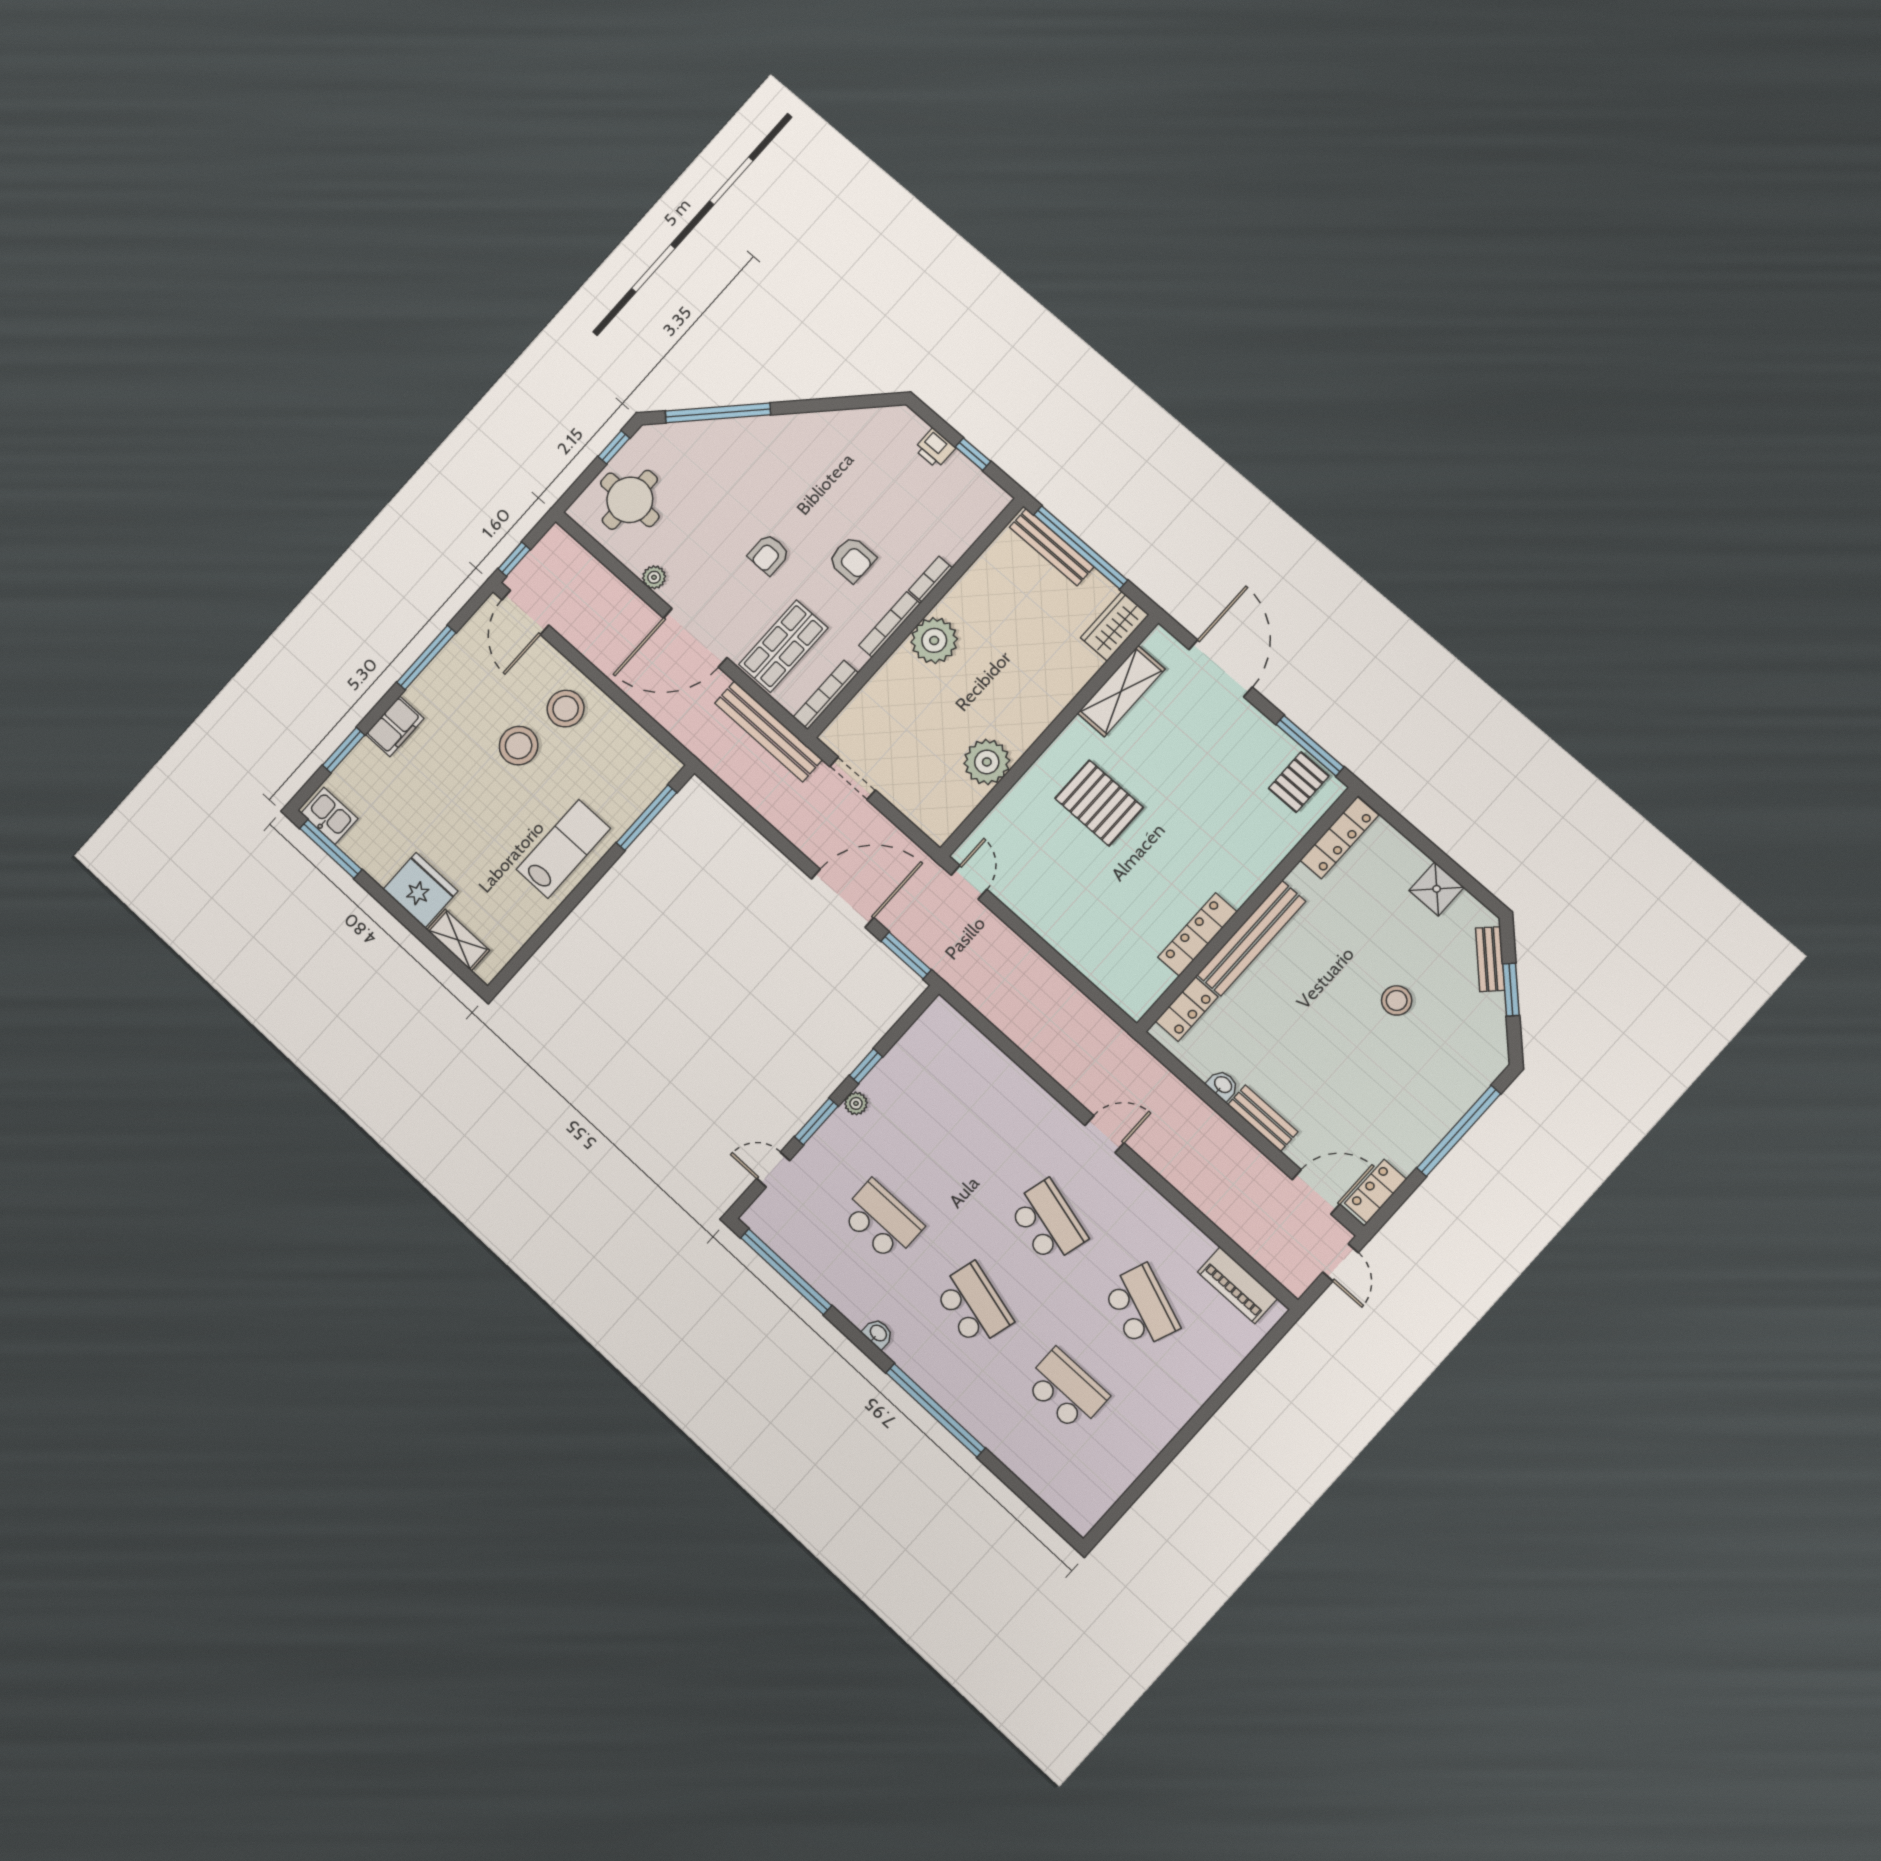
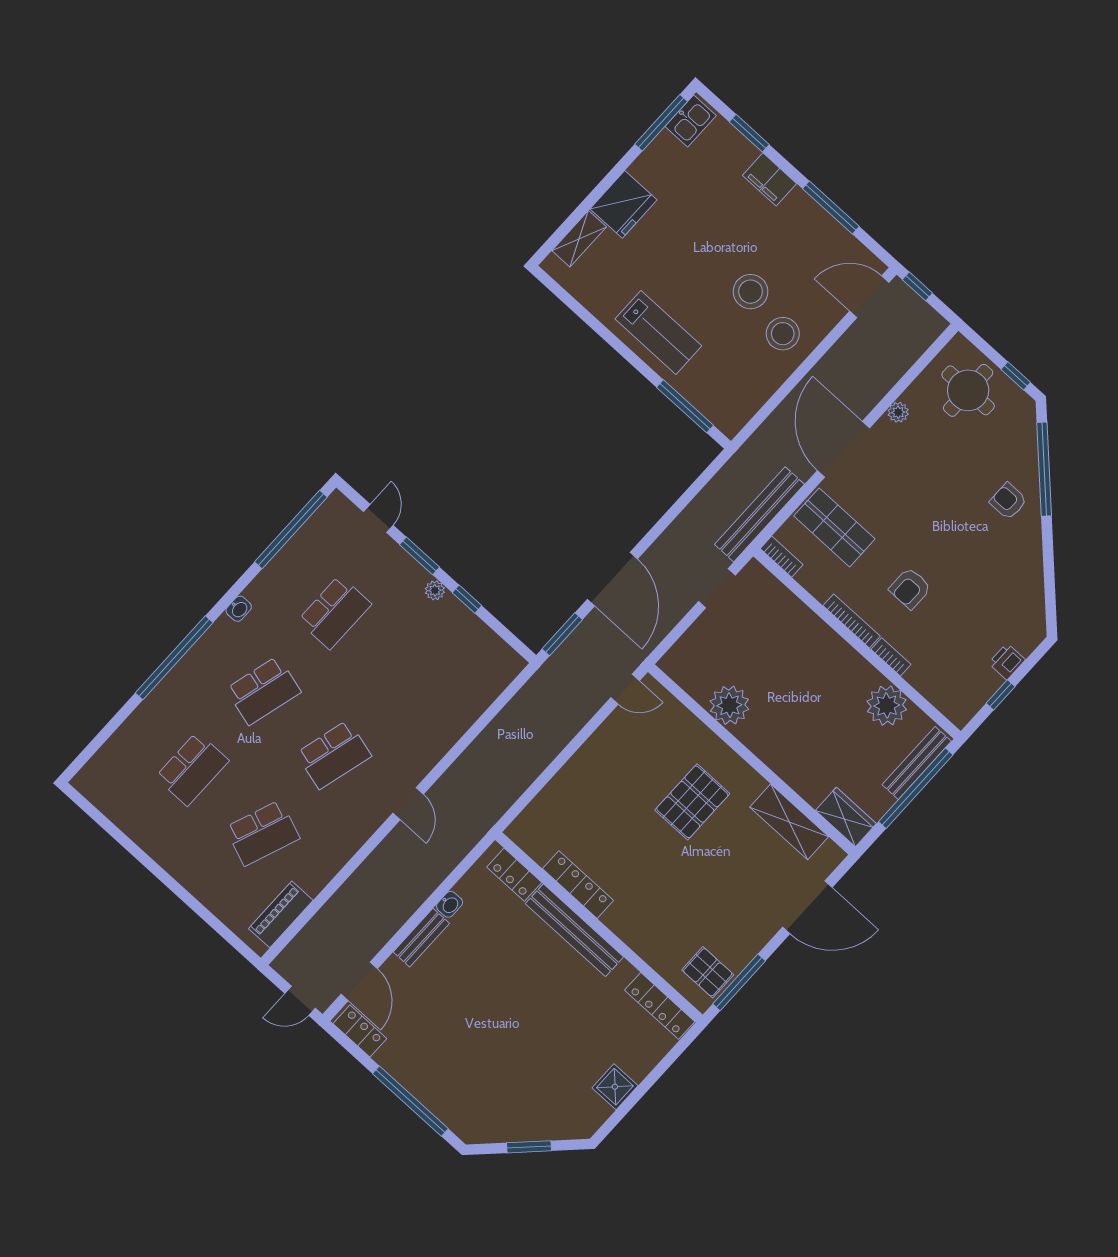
armchair: (769, 554) -> (1008, 501), moved
plant: (934, 640) -> (887, 706), moved
bookcase: (826, 695) -> (782, 557), width x0.64
bench: (1490, 959) -> (555, 1130), removed
stool: (1397, 1000) -> (520, 1051), removed

